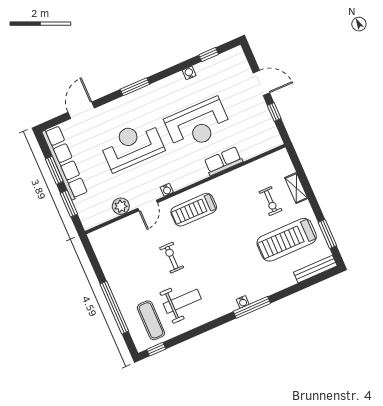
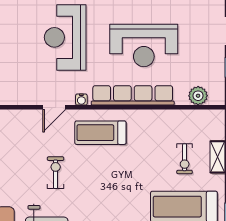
reception desk: (132, 146) -> (65, 37), turned -90
row of seats: (223, 161) -> (133, 95), width x2.02
plant: (121, 206) -> (198, 96), moved

